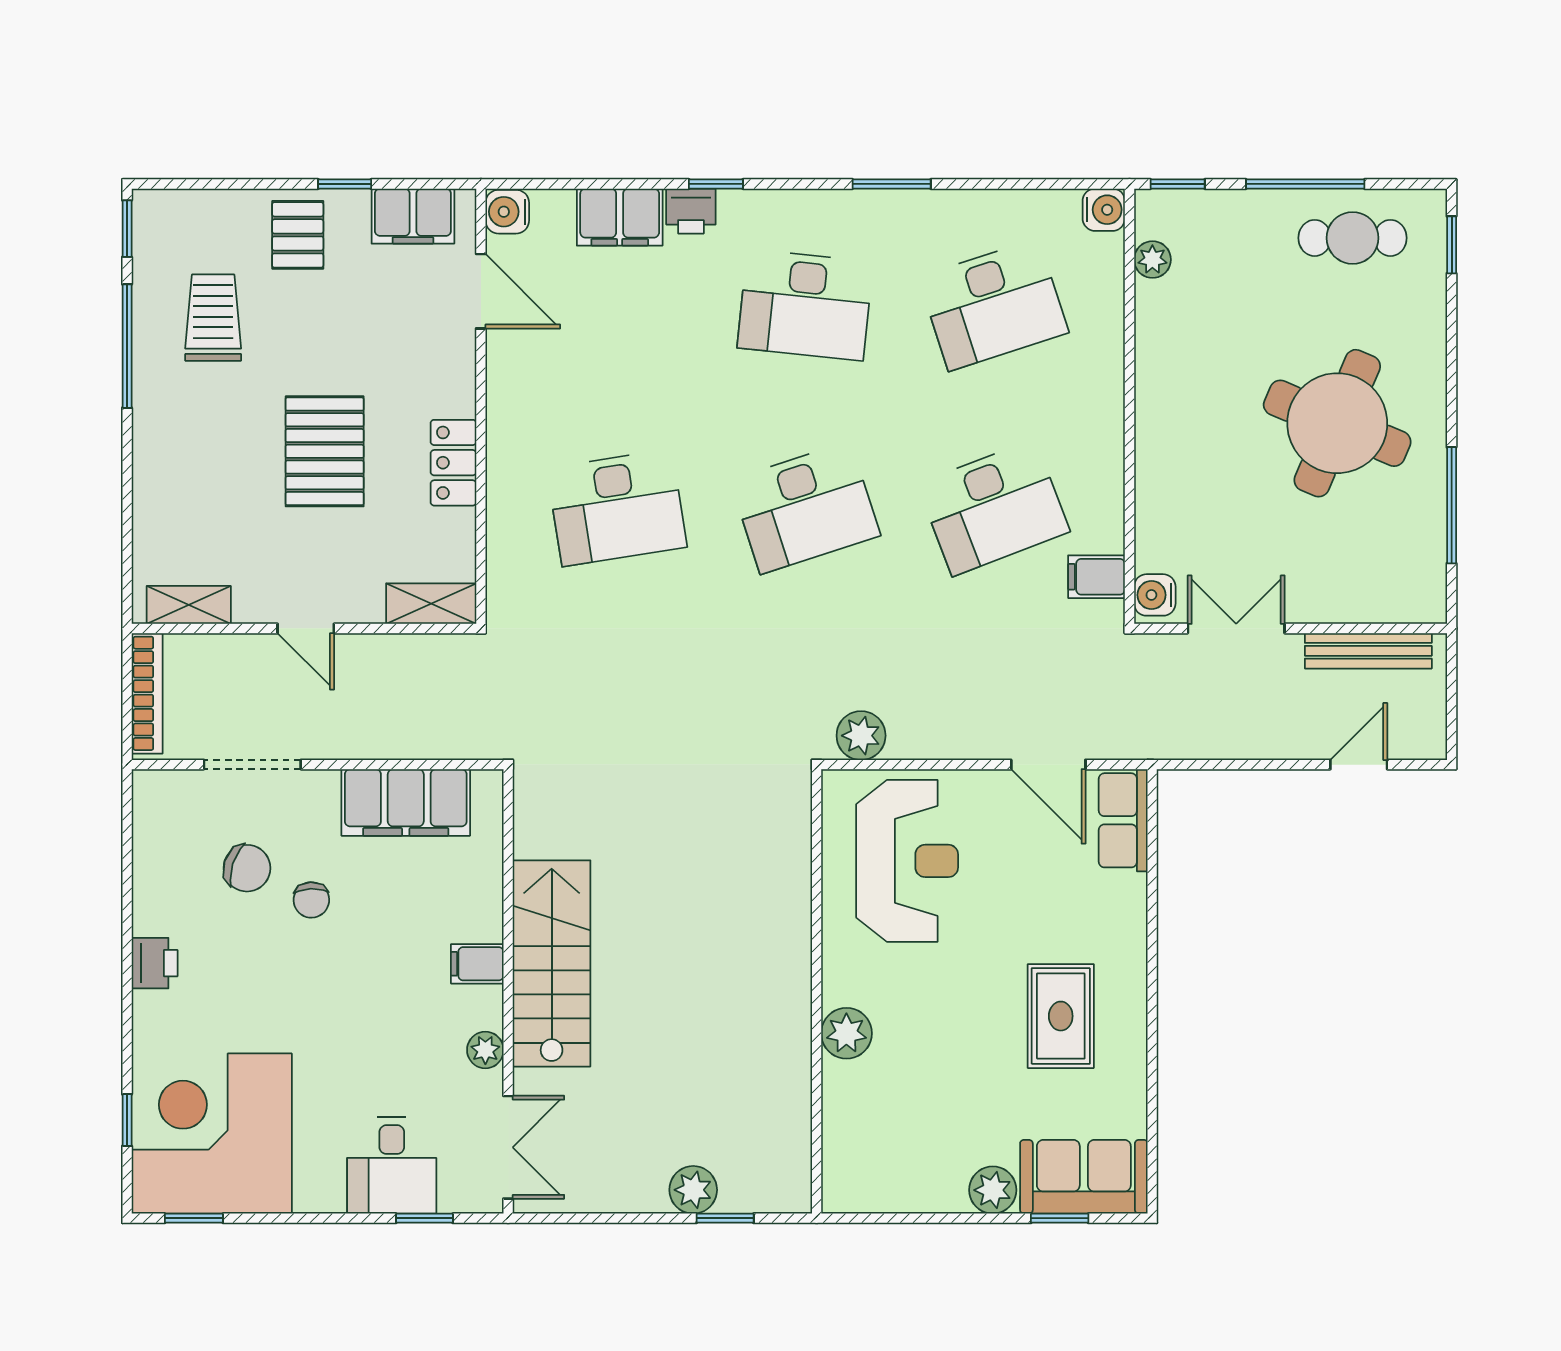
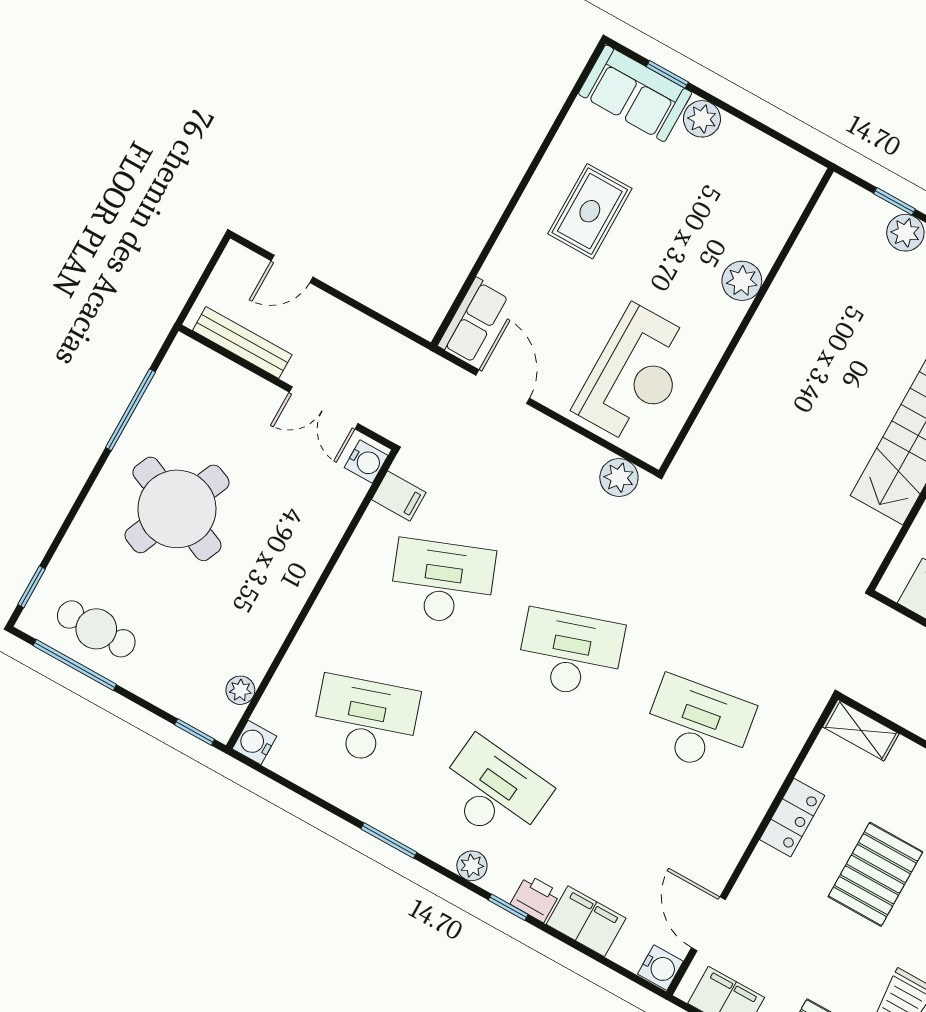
window: (1305, 184) -> (75, 665), moved
plant: (782, 208) -> (472, 866), added
reception desk: (907, 861) -> (635, 375), turned 180

